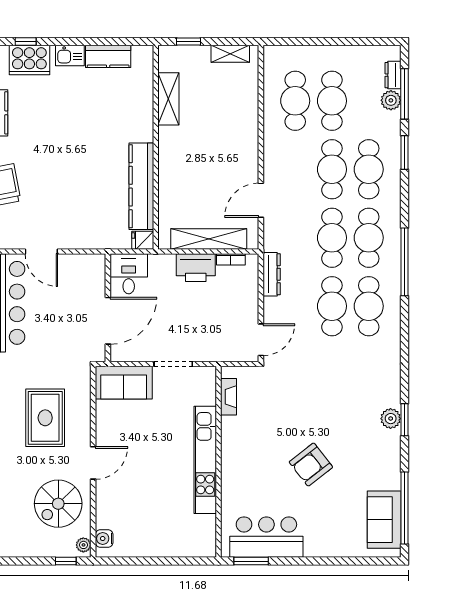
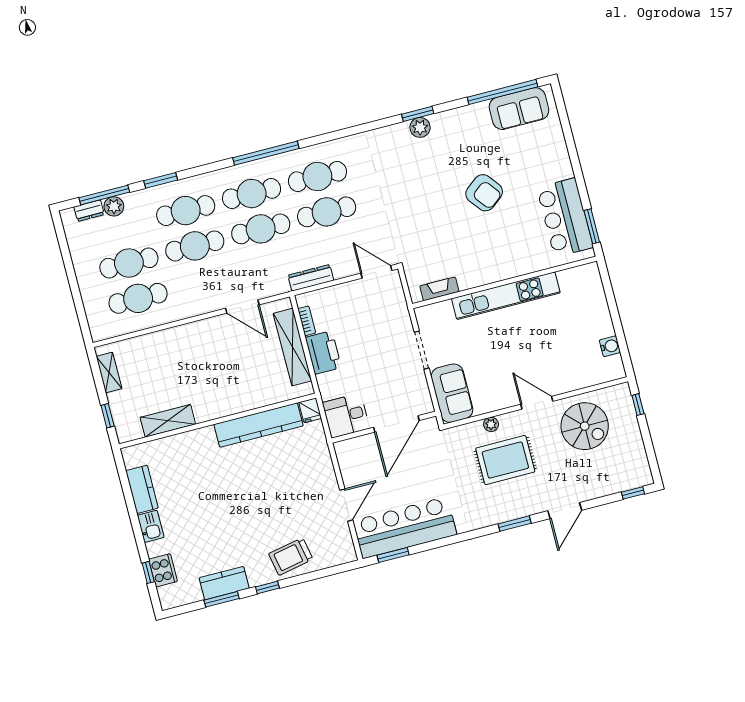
cooker: (29, 60) -> (163, 570), width x0.73, depth x0.76
door: (108, 321) -> (396, 424), swing flipped
water cooler: (104, 539) -> (610, 346), moved, turned -90
plant: (83, 545) -> (491, 424), moved

